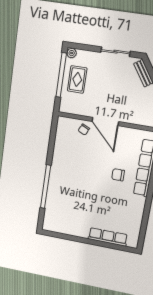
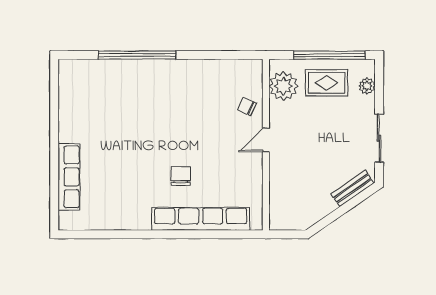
plant: (72, 53) -> (367, 86), moved
plant: (75, 106) -> (284, 86), added
door: (105, 121) -> (266, 140), width x0.53

